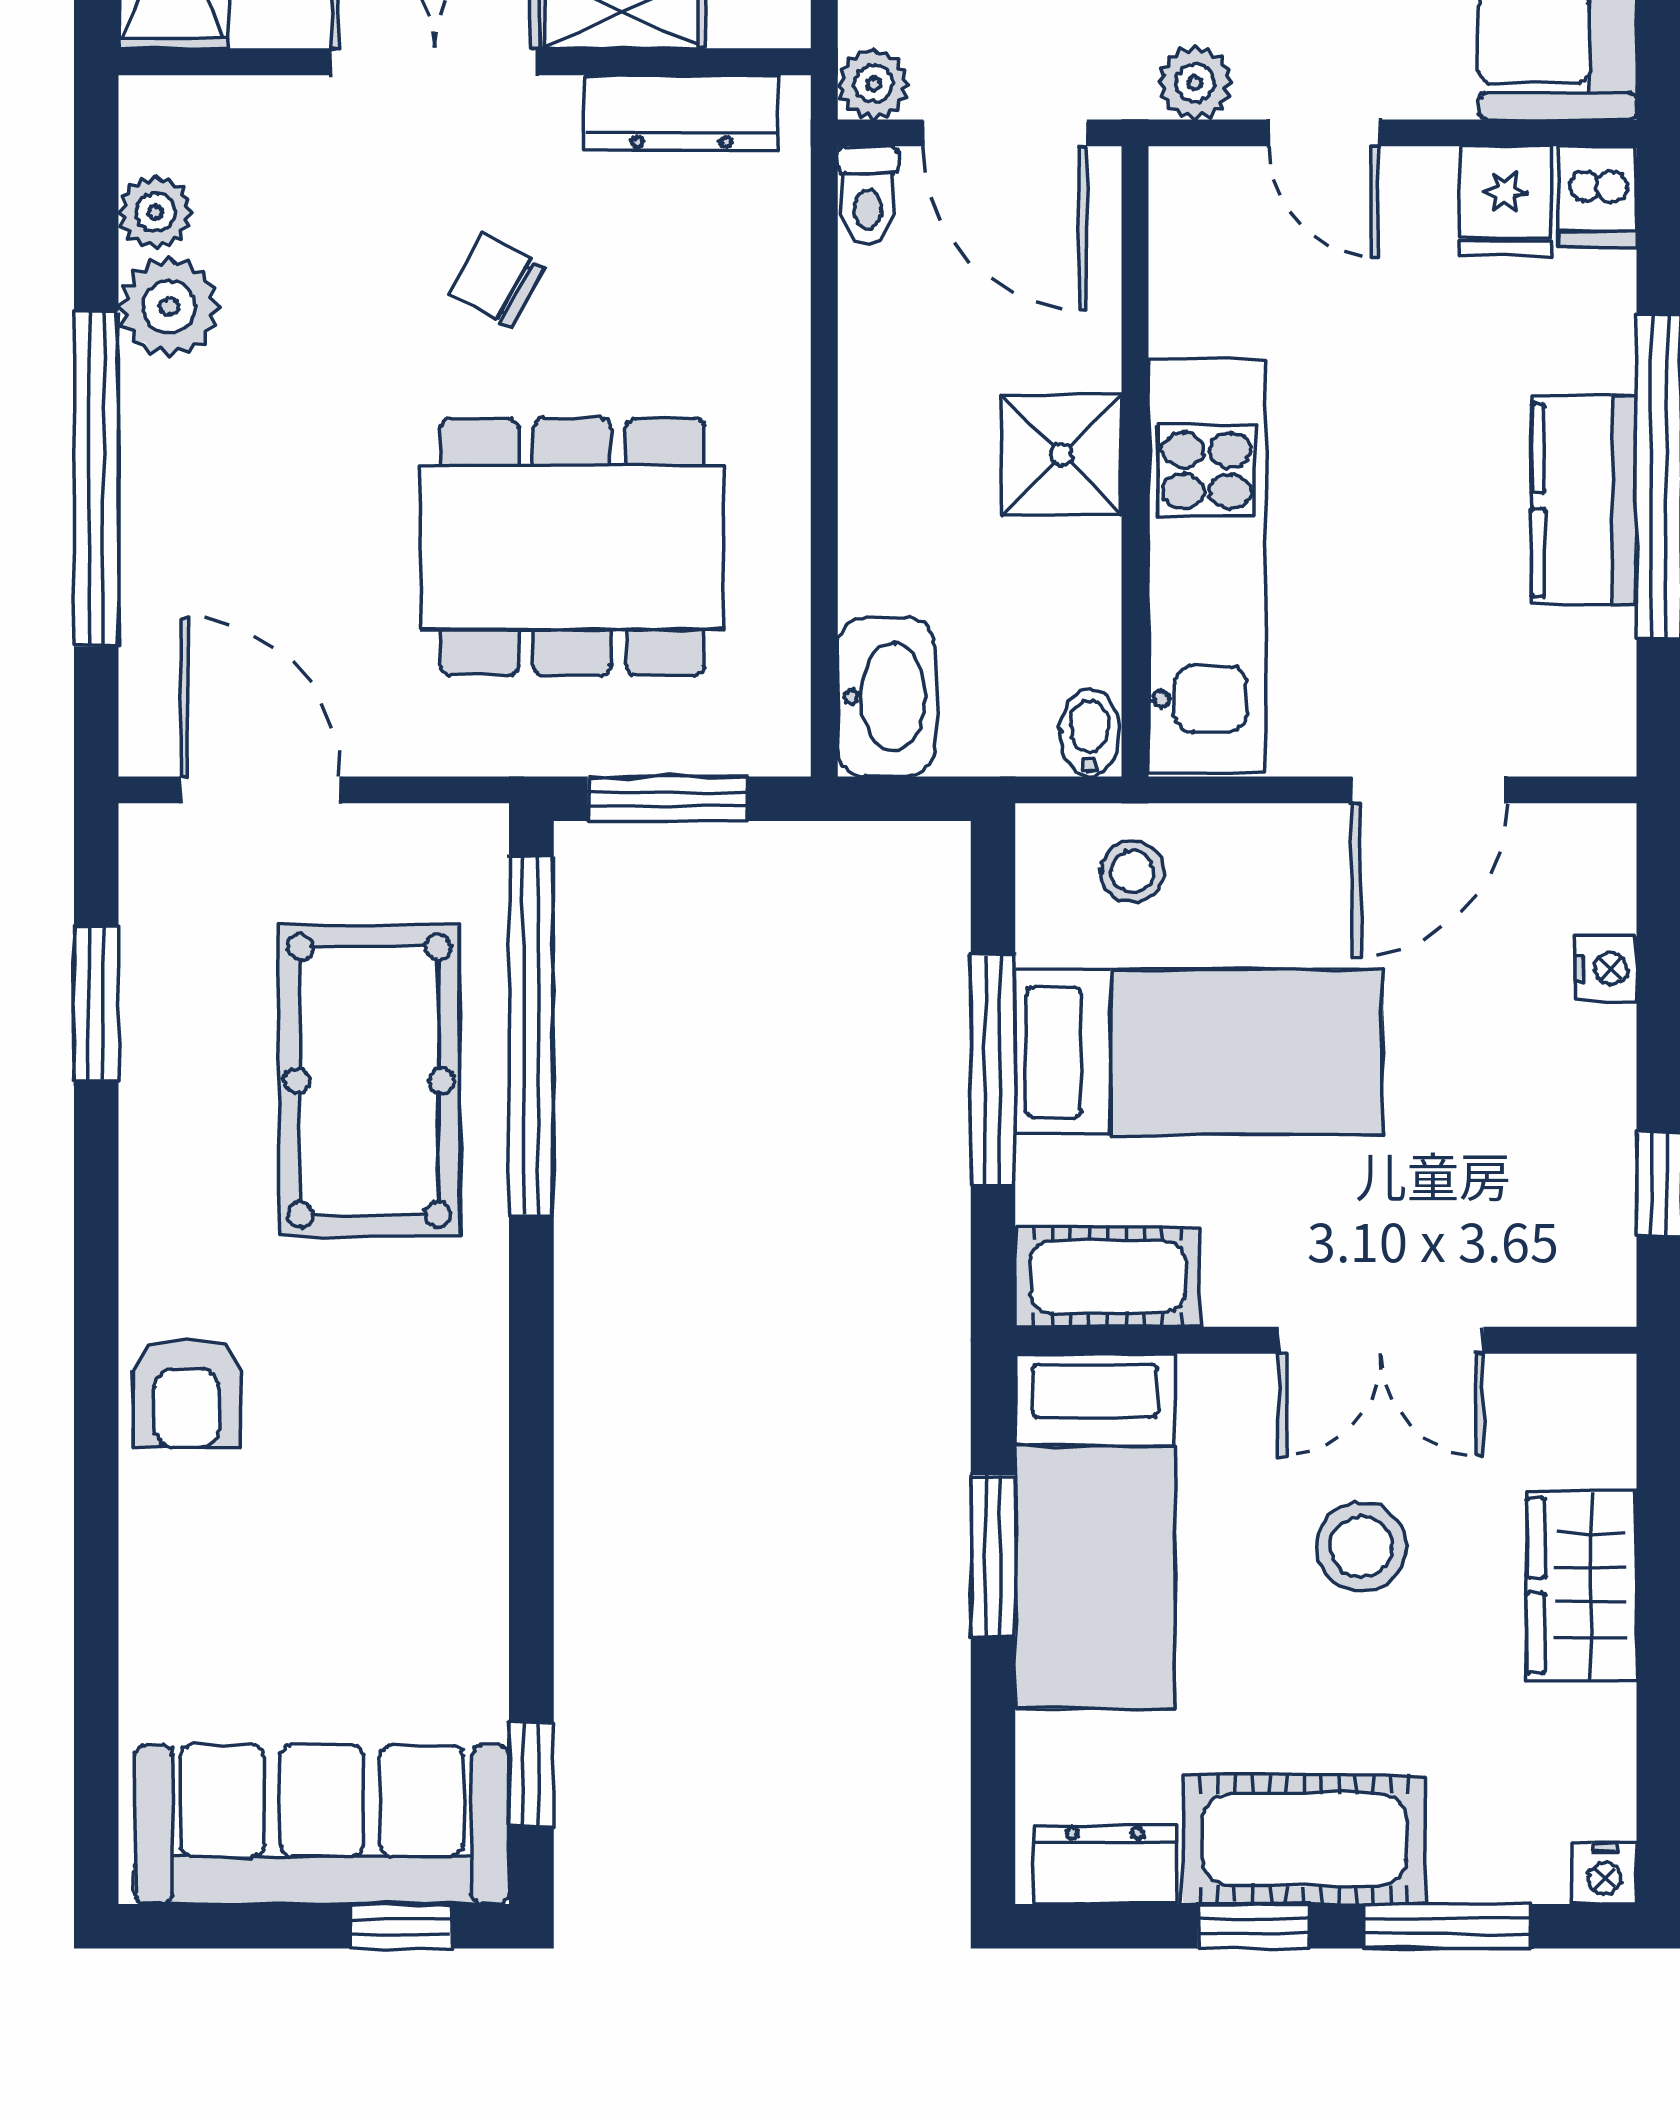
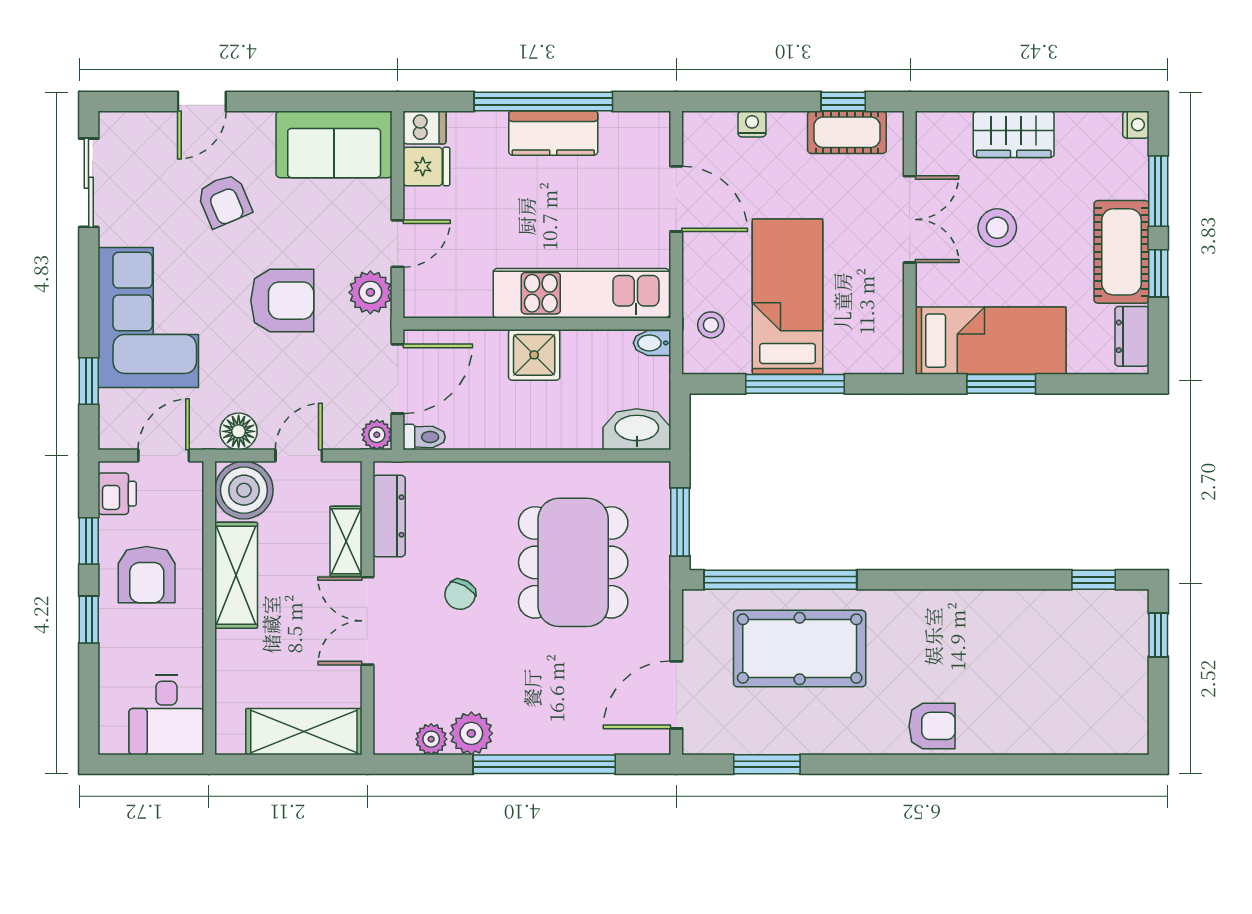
plant: (1195, 83) -> (370, 292), width x1.38, depth x1.38
cot: (1108, 1277) -> (847, 132), moved, turned 90
sofa: (322, 1825) -> (1115, 669), removed

